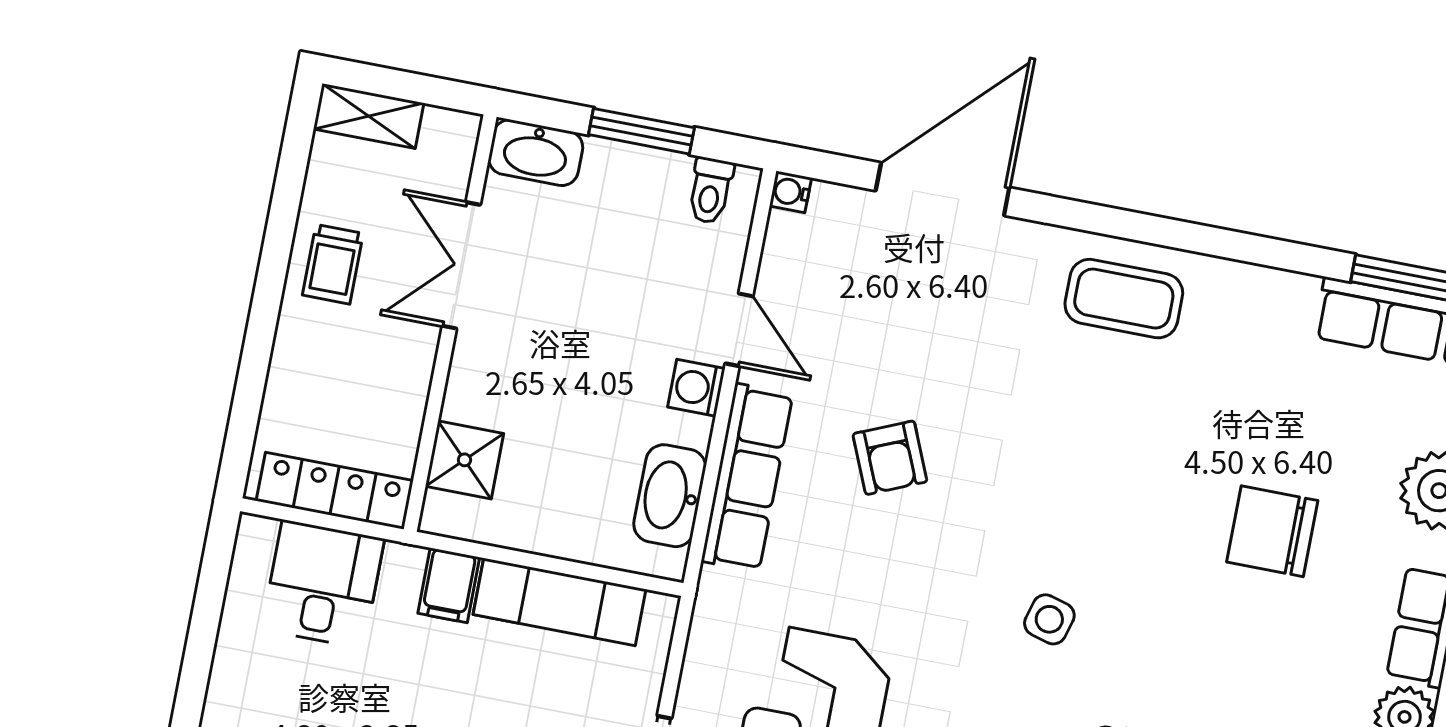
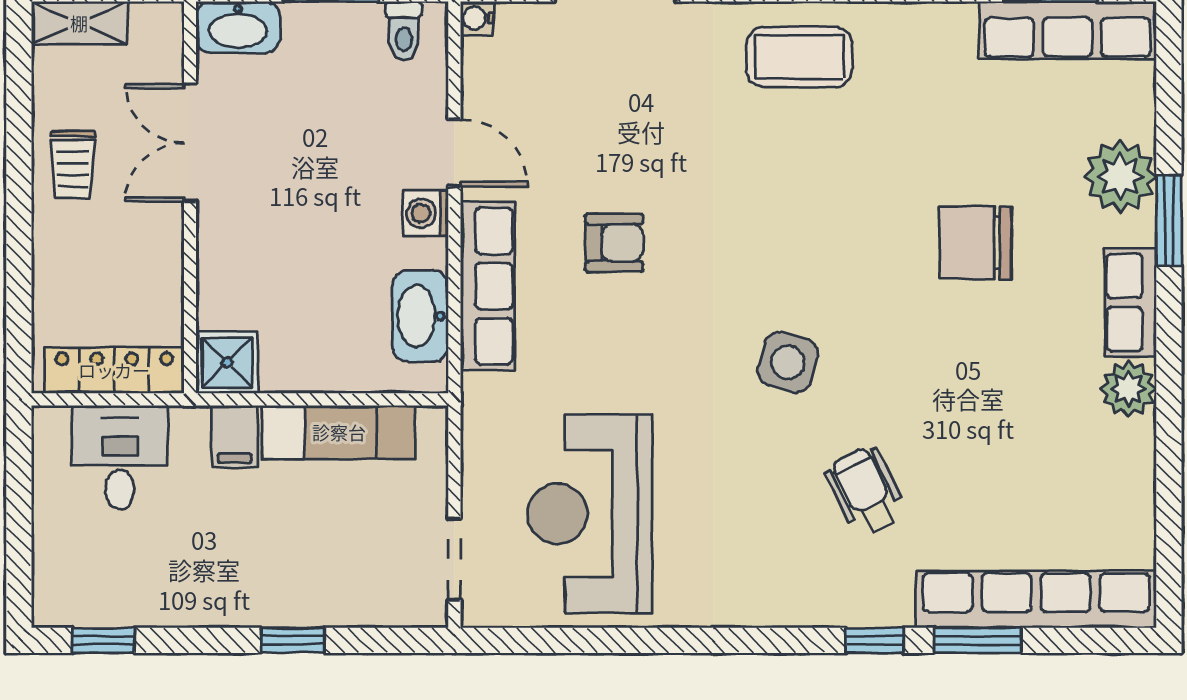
armchair: (890, 458) -> (614, 243), turned -67
shower: (464, 460) -> (227, 362), moved
side table: (1049, 619) -> (788, 362), width x1.37, depth x1.37

